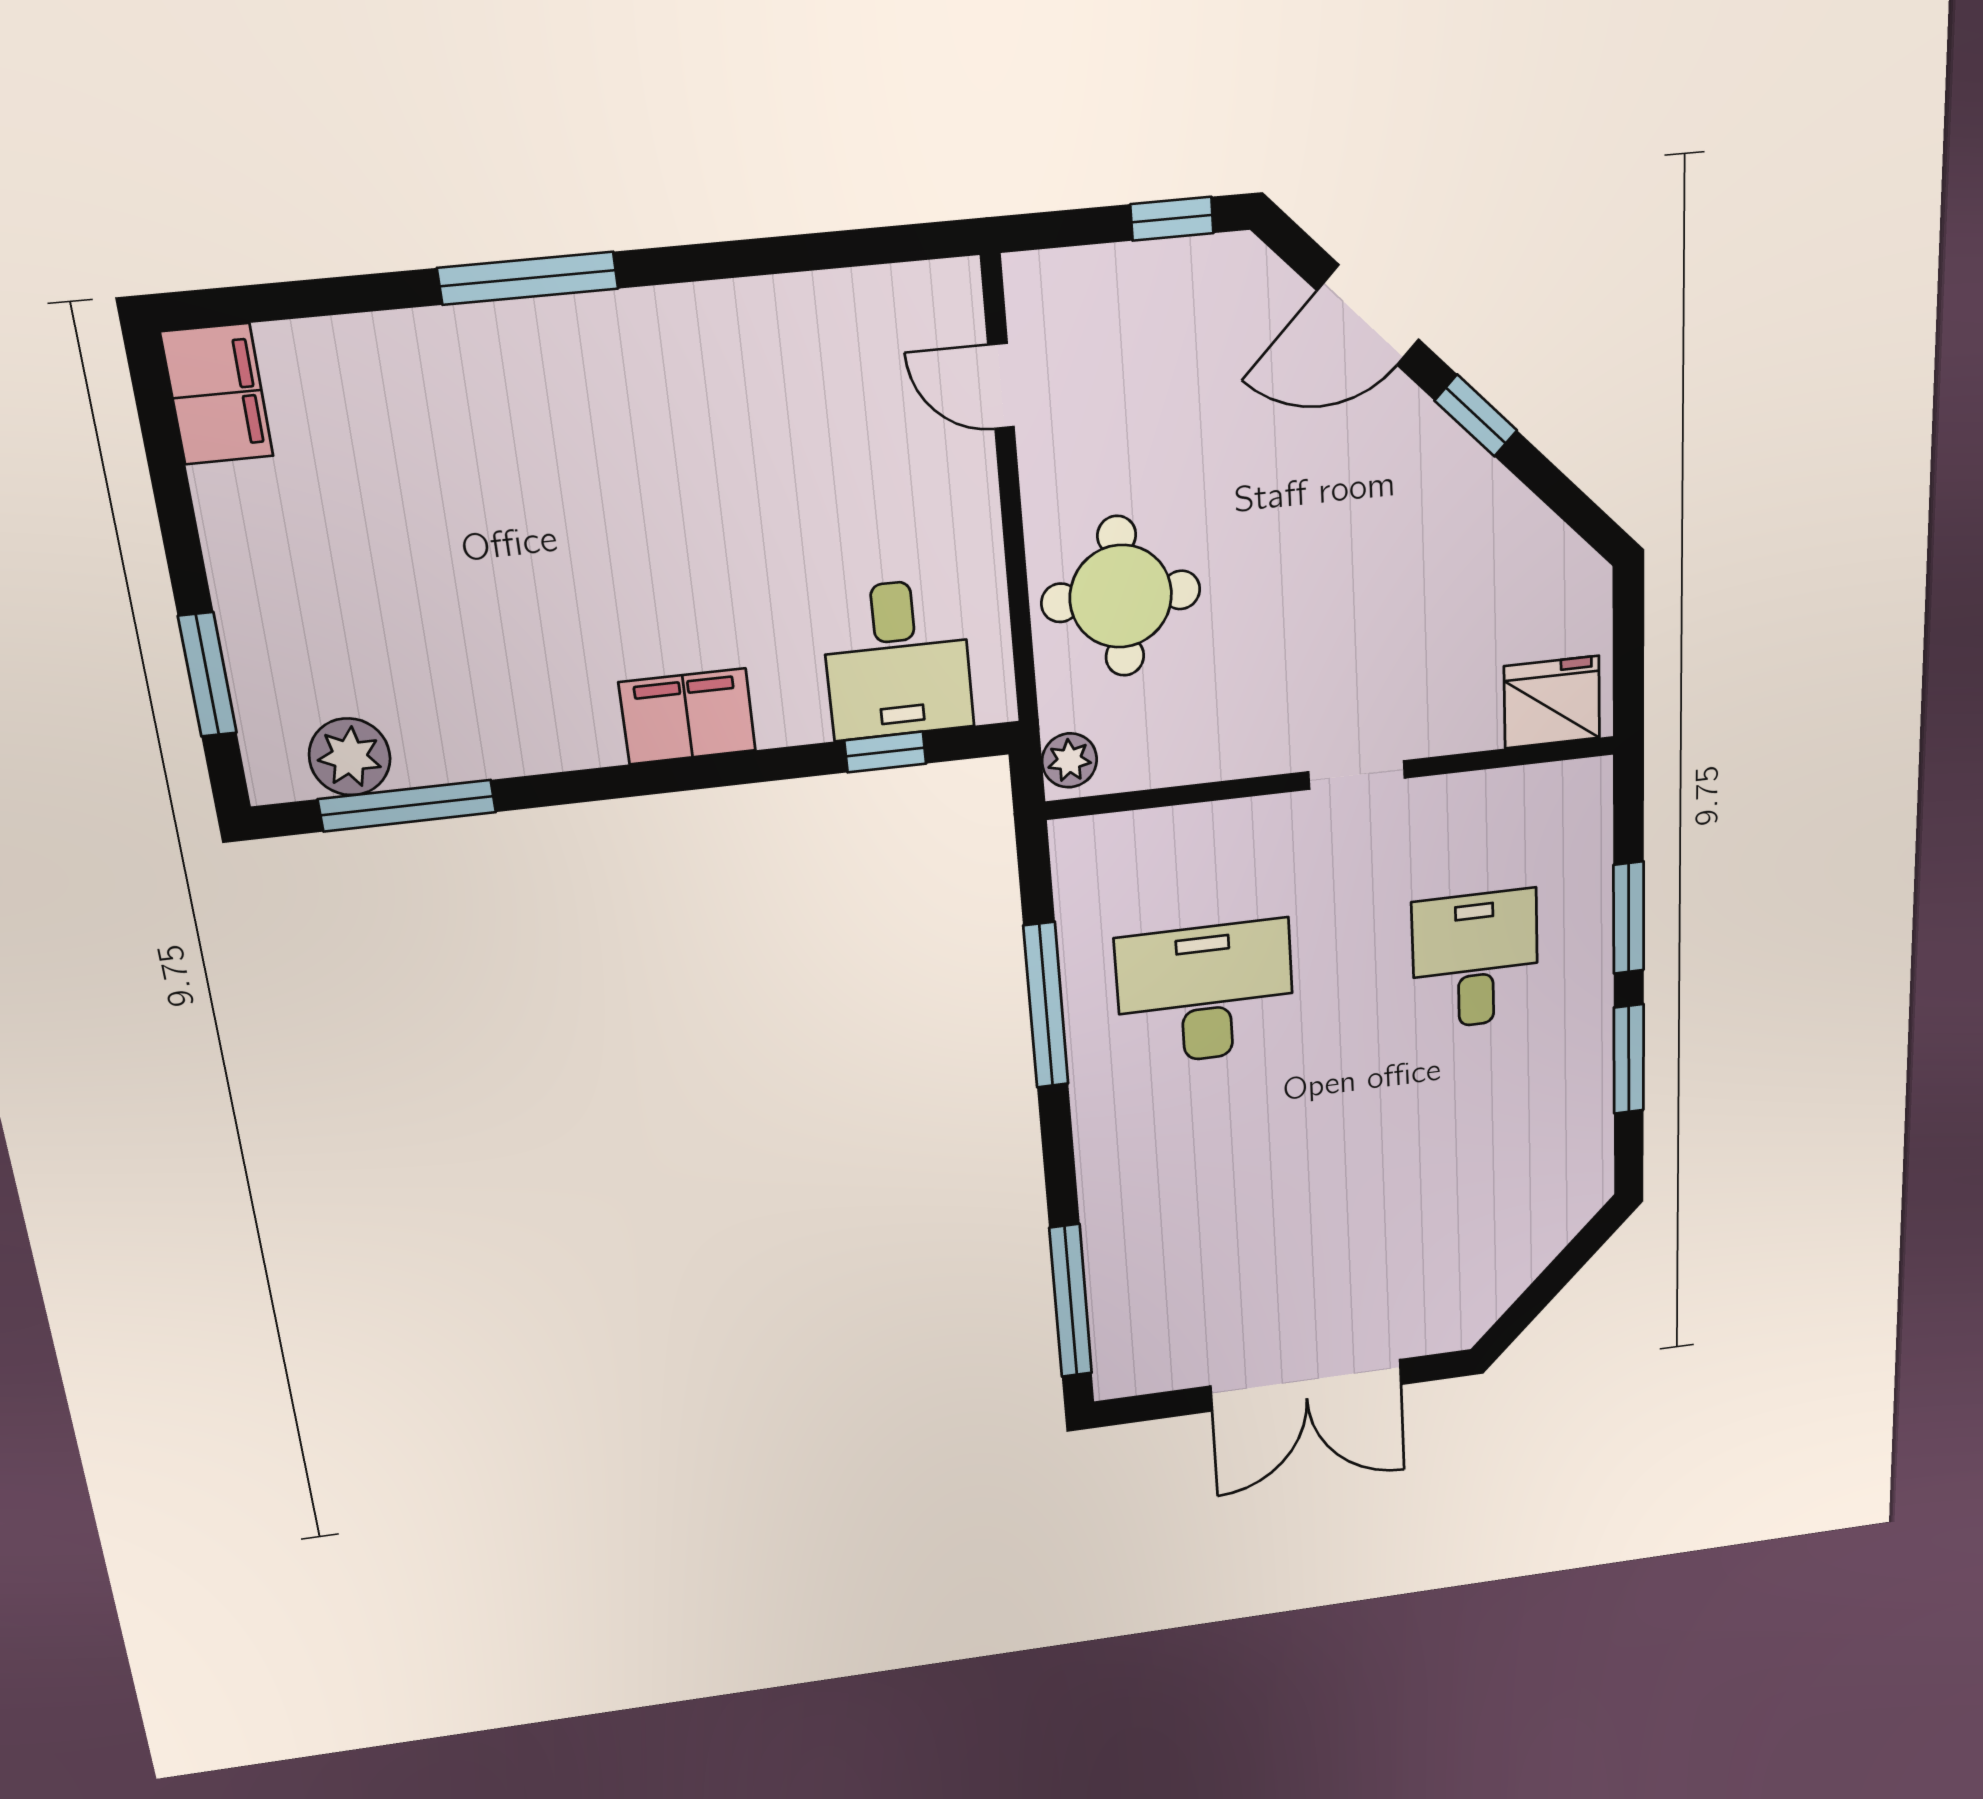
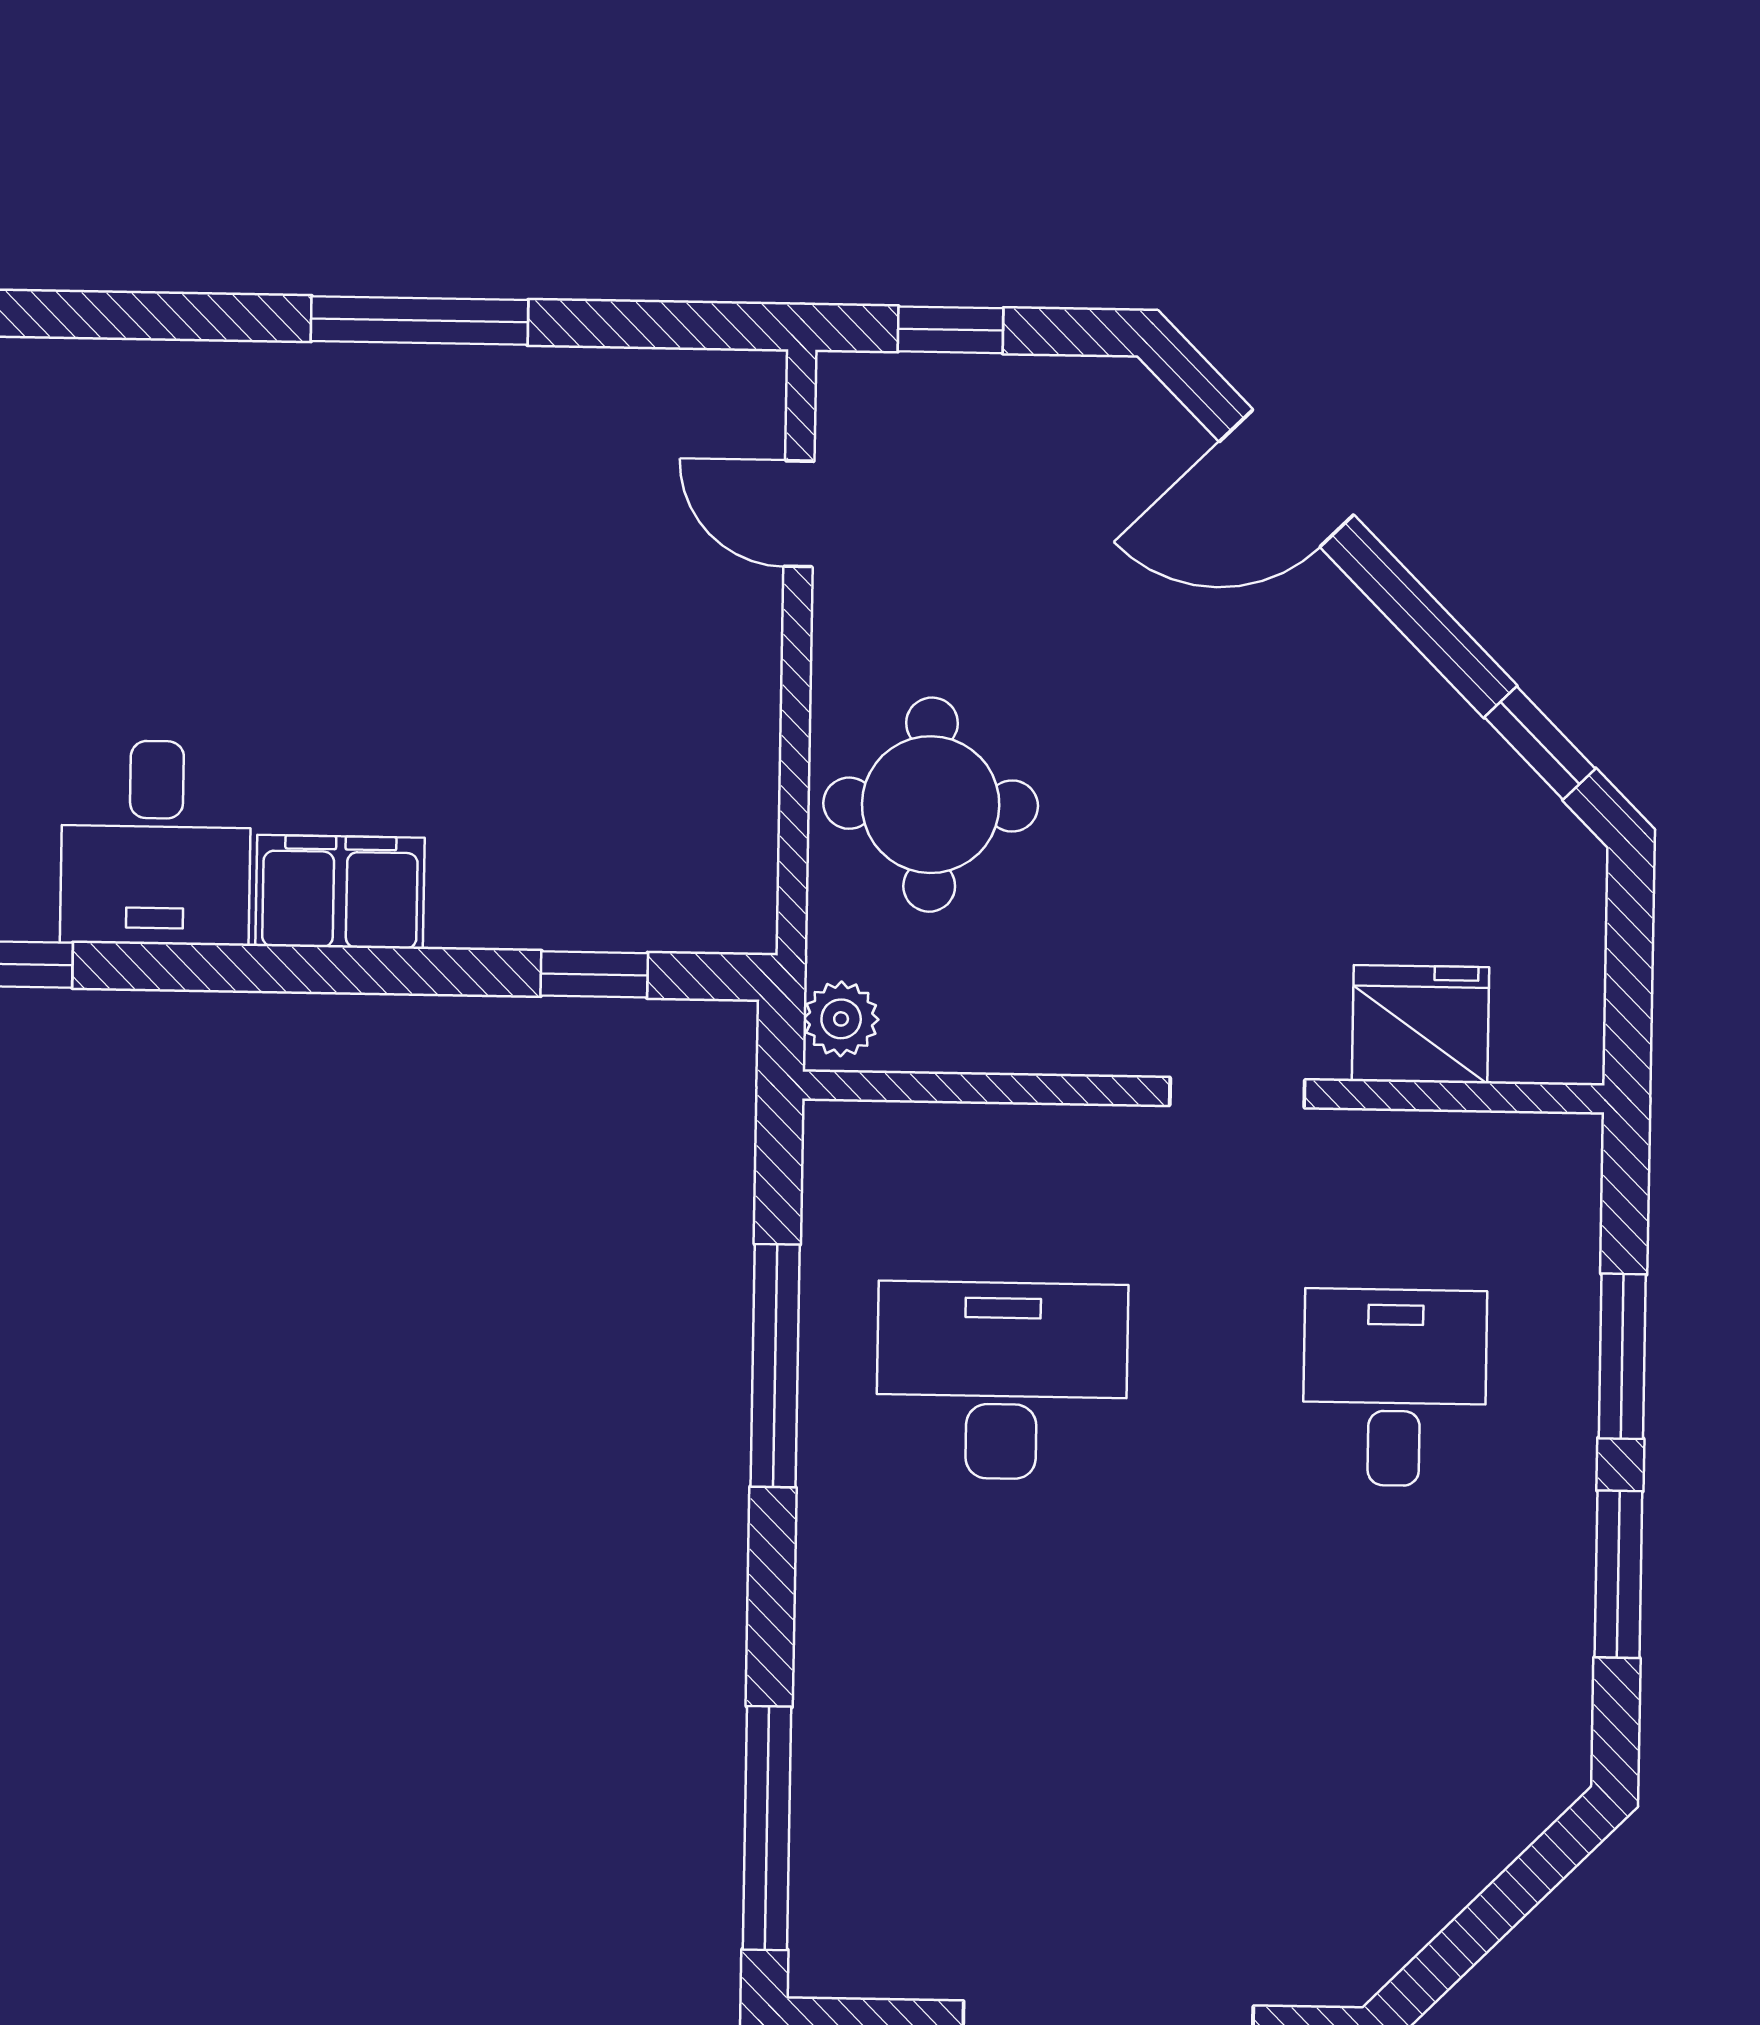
window: (1172, 219) -> (951, 330), moved
window: (528, 278) -> (419, 321), moved
window: (1476, 416) -> (1540, 743), moved
desk: (897, 659) -> (156, 843), moved
fridge: (1552, 702) -> (1420, 1024), moved

